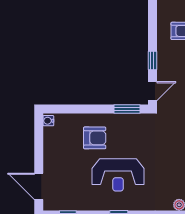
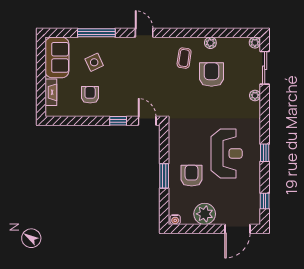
window: (127, 109) -> (164, 176), moved
plant: (54, 152) -> (205, 214), added

